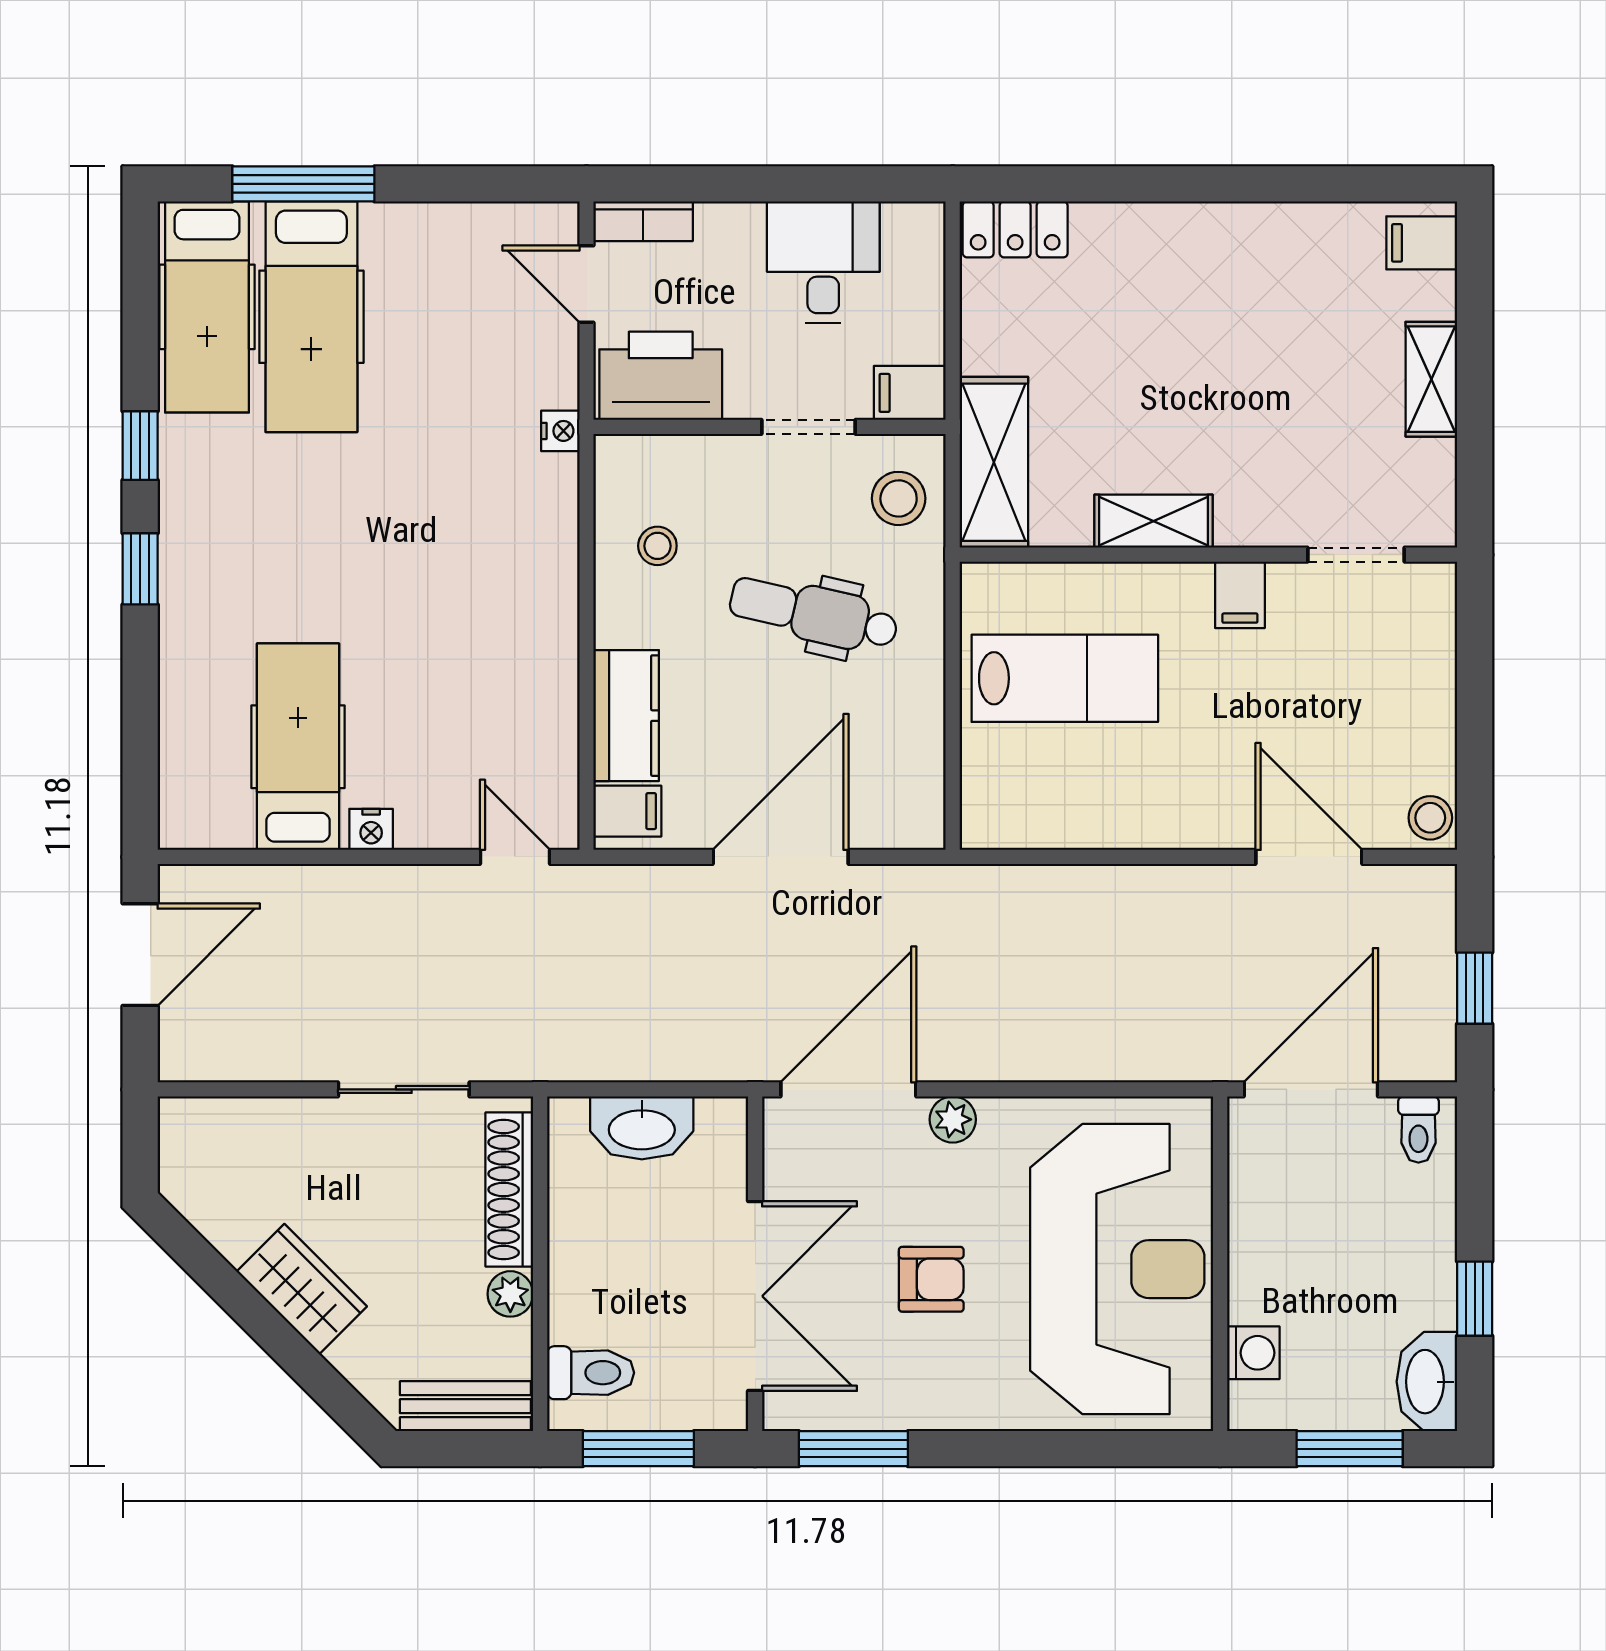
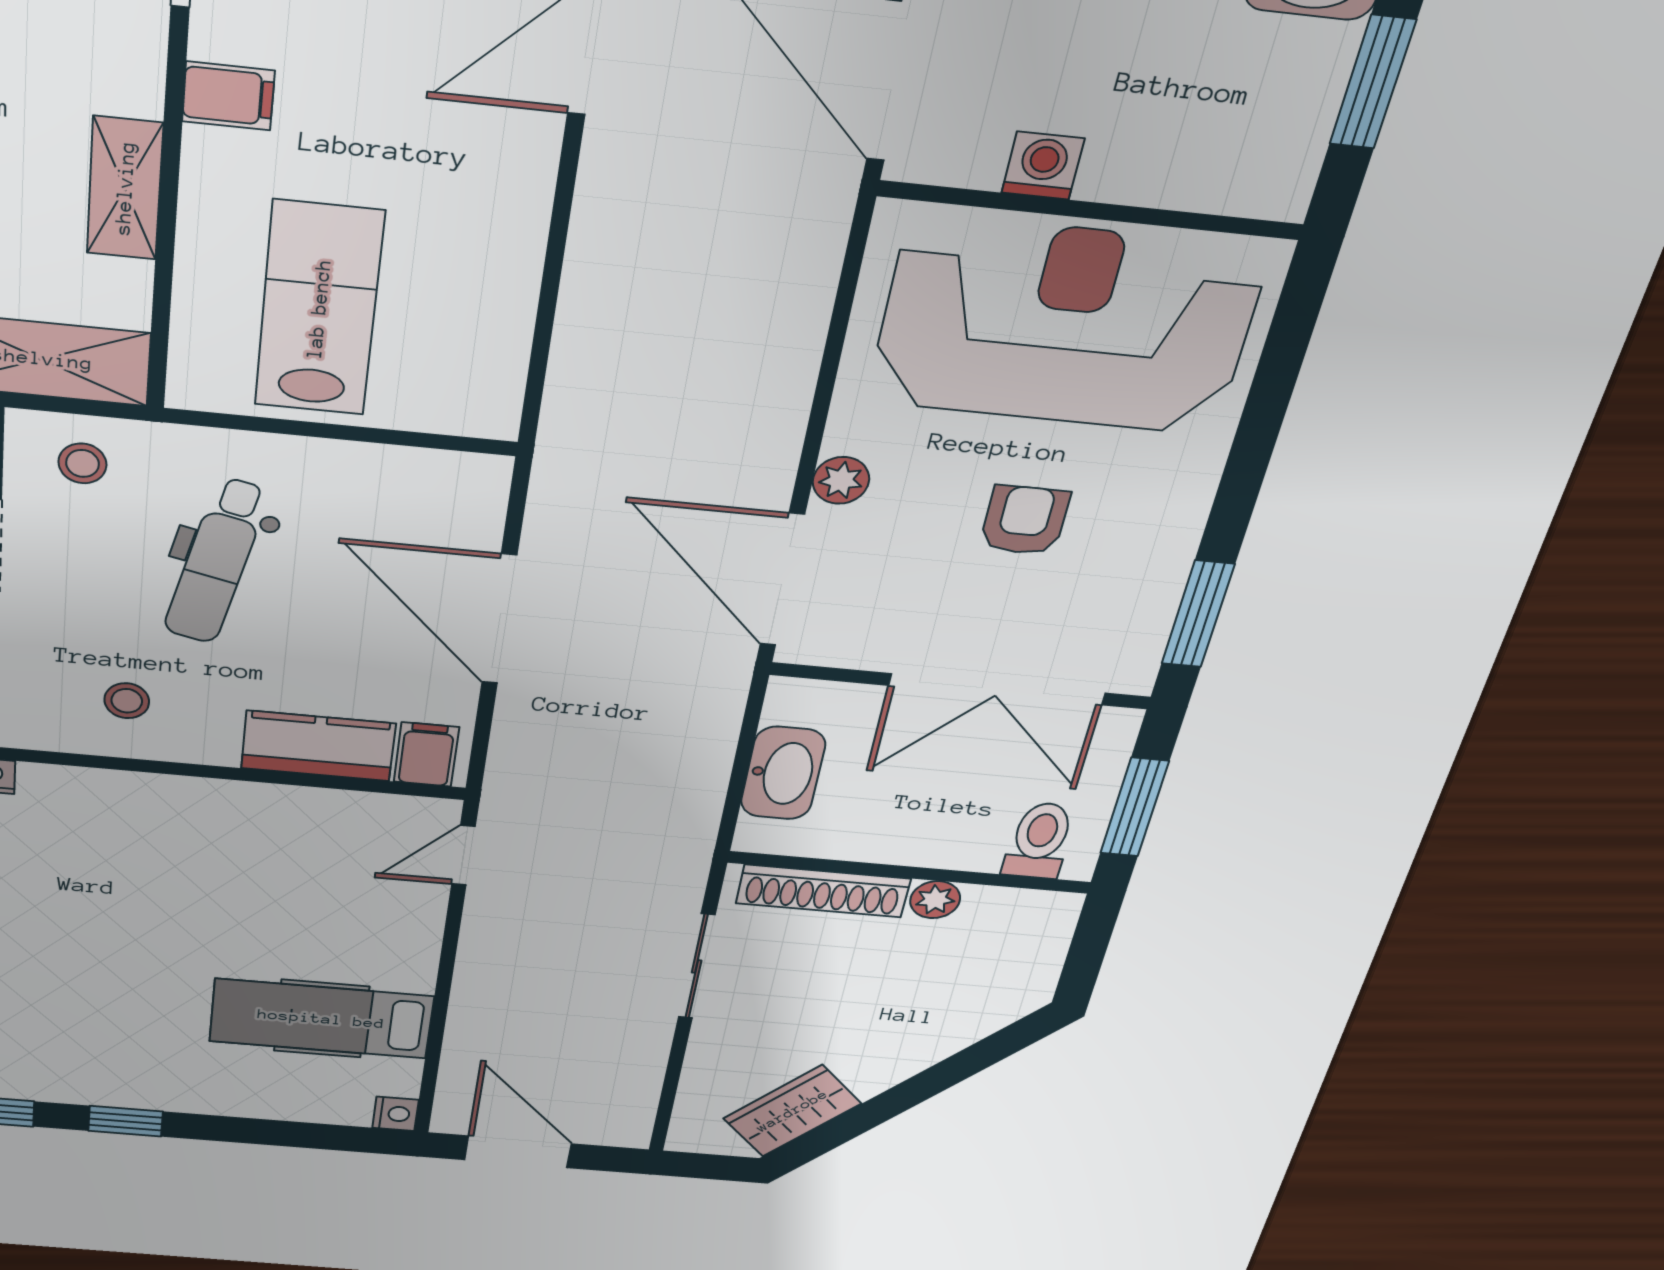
stool: (899, 498) -> (82, 463), width x0.73, depth x0.73
nightstand: (371, 829) -> (395, 1114), moved
wardrobe: (302, 1289) -> (792, 1111), moved
double door: (755, 1296) -> (997, 689), swing flipped
washing machine: (1253, 1353) -> (1043, 166), moved
bench: (465, 1406) -> (1043, 946), removed

